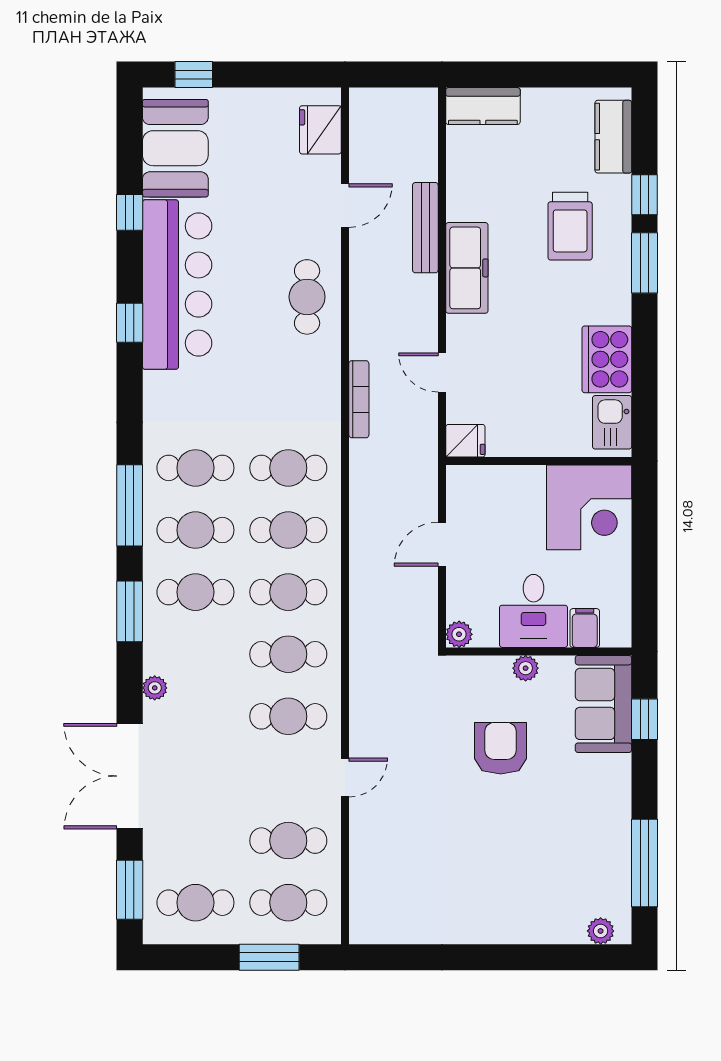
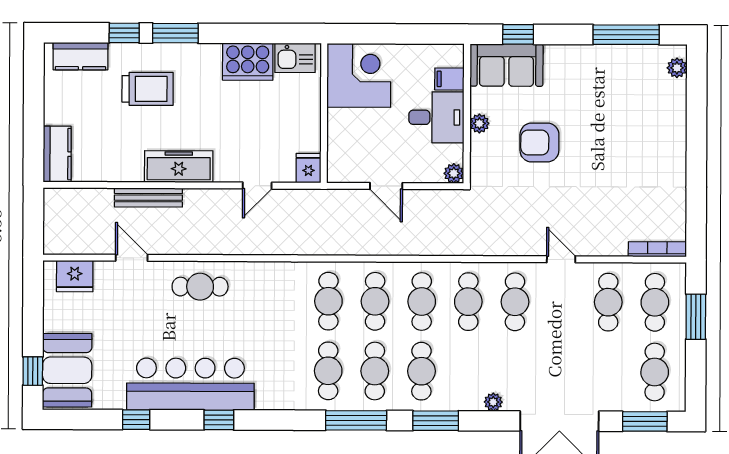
booth: (175, 148) -> (67, 370), moved, turned 90
bookcase: (359, 399) -> (657, 249), moved

